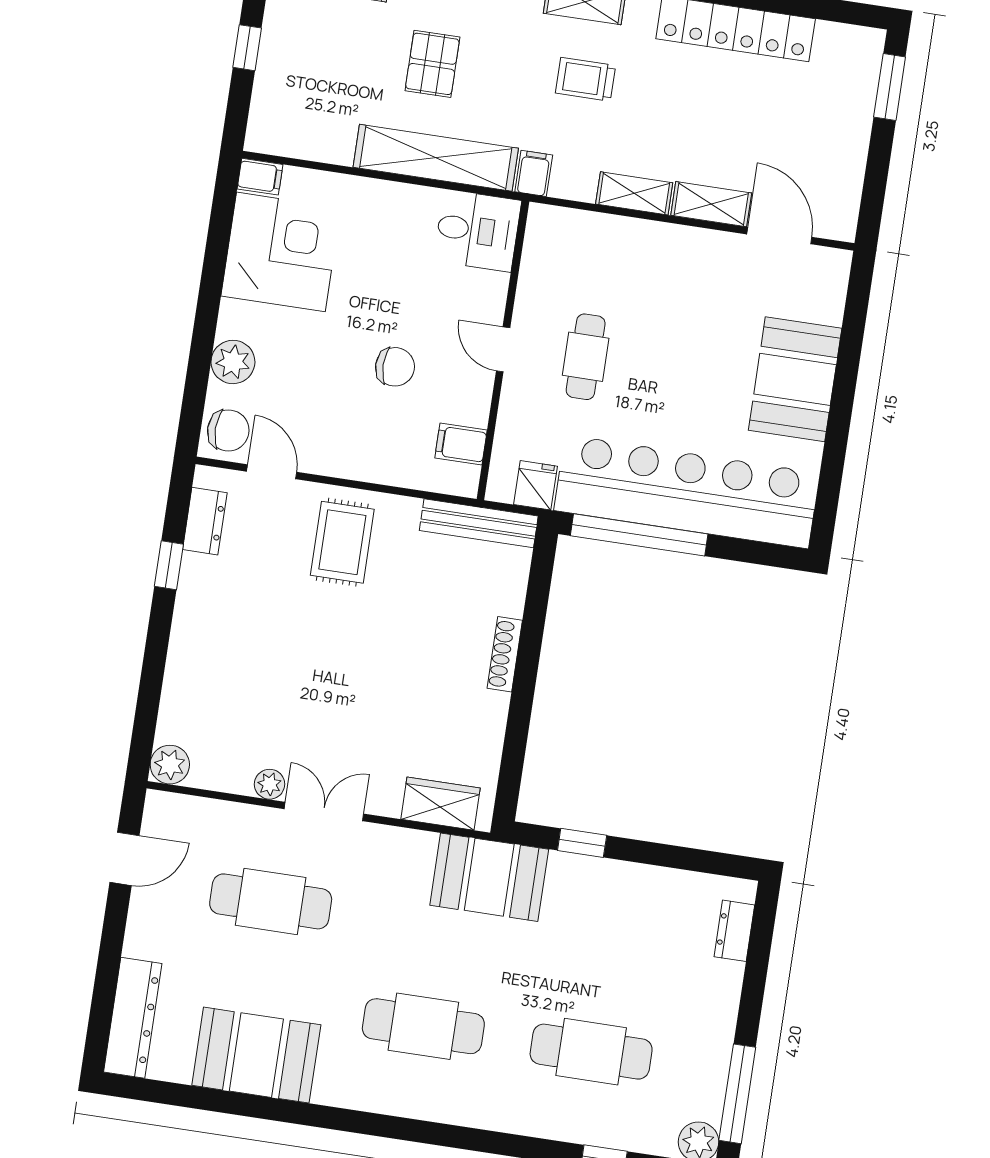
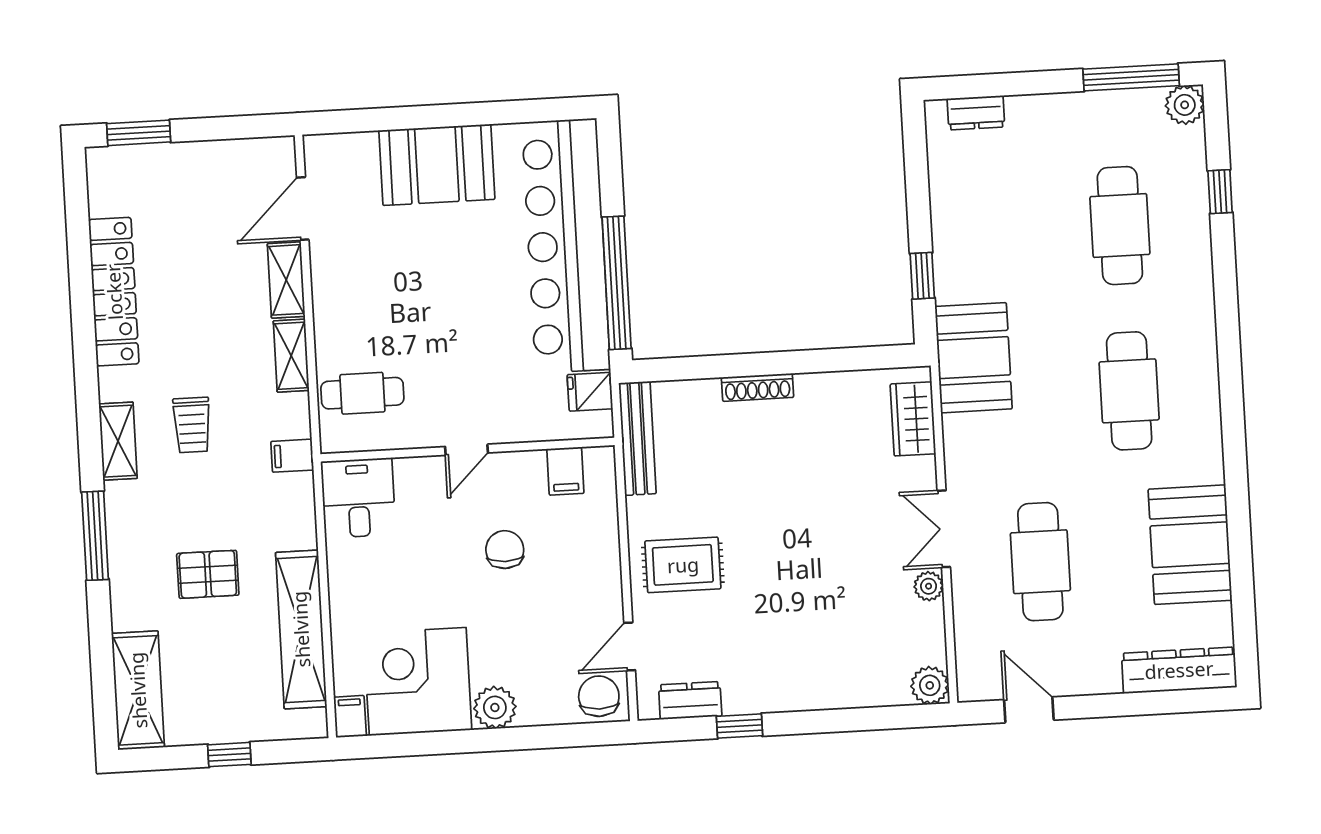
shelving: (436, 158) -> (301, 629), moved
cafe table: (586, 357) -> (362, 393), moved
plant: (233, 362) -> (495, 707), moved

